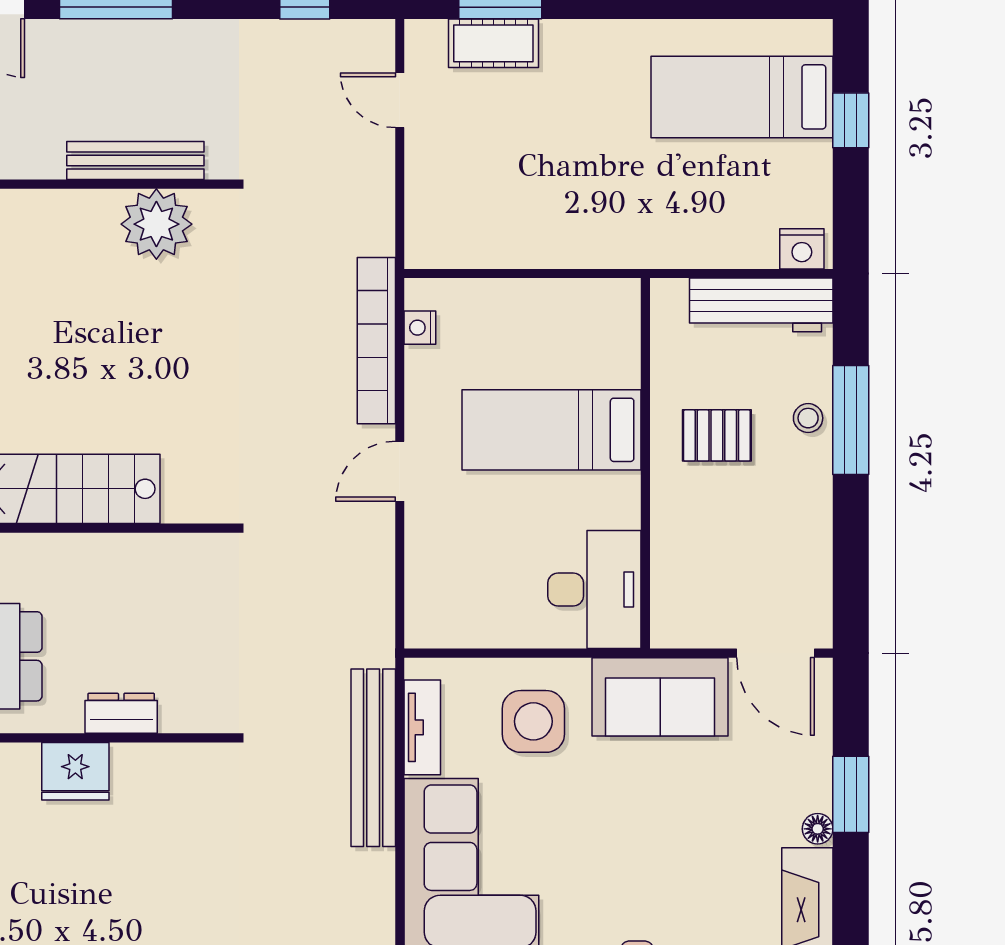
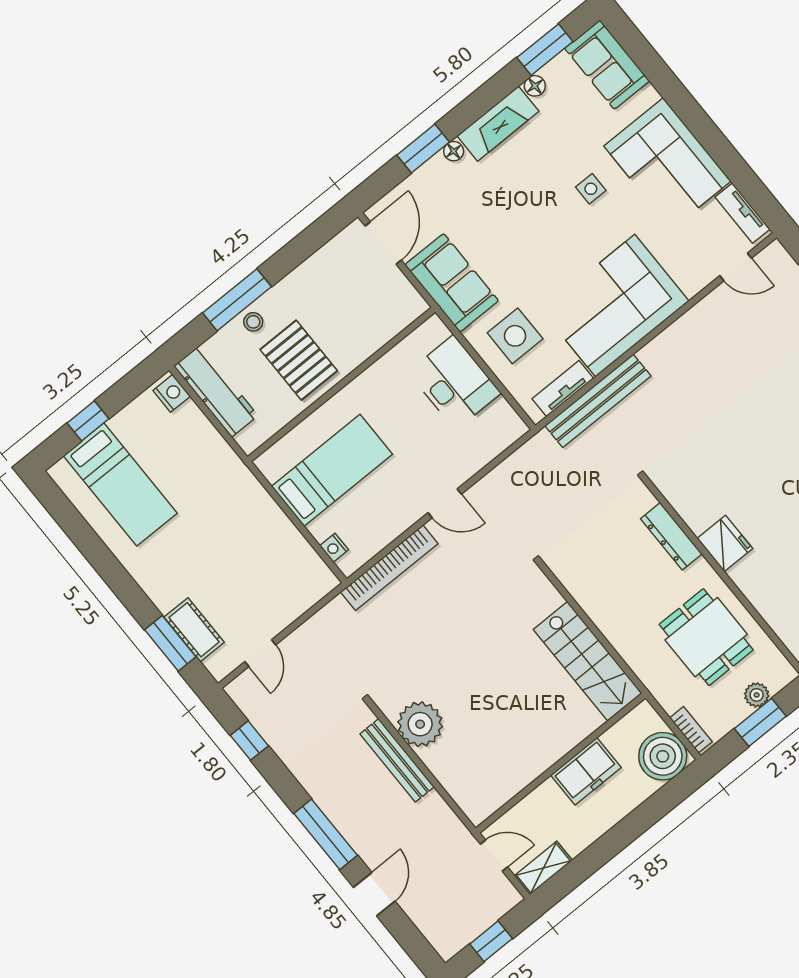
nightstand: (420, 328) -> (334, 548), moved, turned 90
bed: (551, 430) -> (332, 470), moved, turned -90
pallet: (717, 435) -> (299, 360), width x1.50, depth x1.42
desk: (594, 590) -> (454, 382), moved, turned 90
dresser: (121, 713) -> (671, 536), width x1.44

